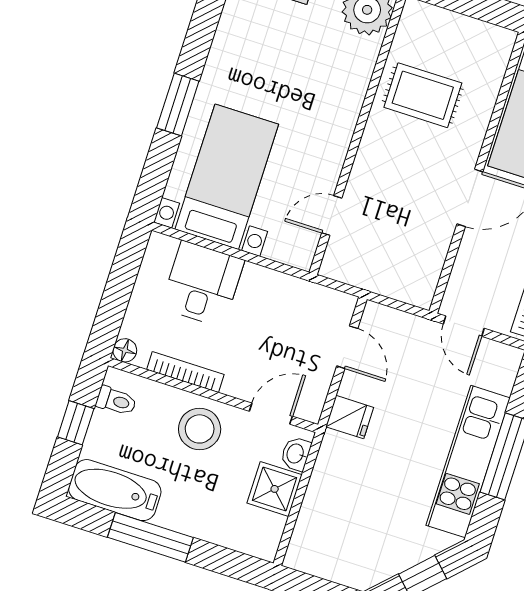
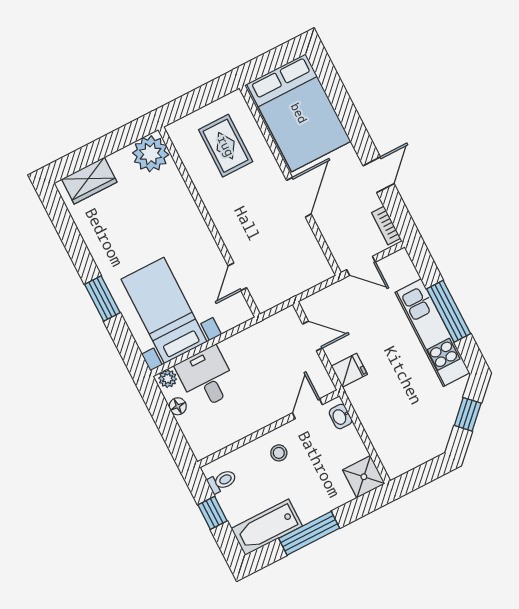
rug: (423, 95) -> (226, 146), moved, turned 90
plant: (163, 247) -> (168, 379), added
floor lamp: (125, 350) -> (178, 406), moved
bookcase: (185, 372) -> (243, 431), removed
stool: (200, 429) -> (279, 453), width x0.53, depth x0.53
shower: (275, 489) -> (364, 477), moved

